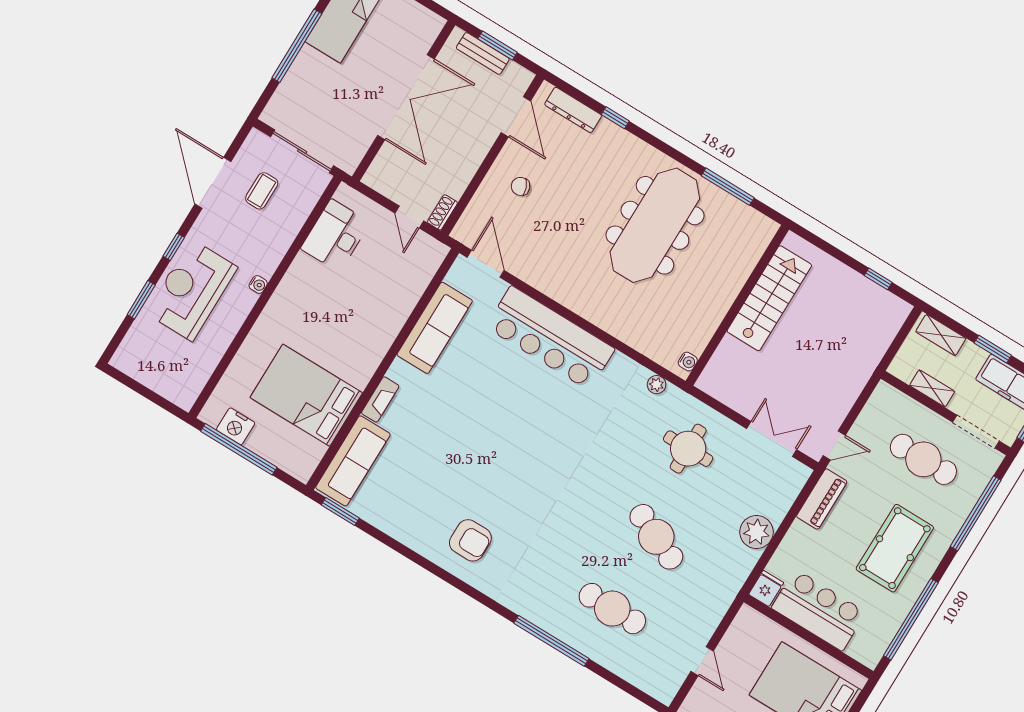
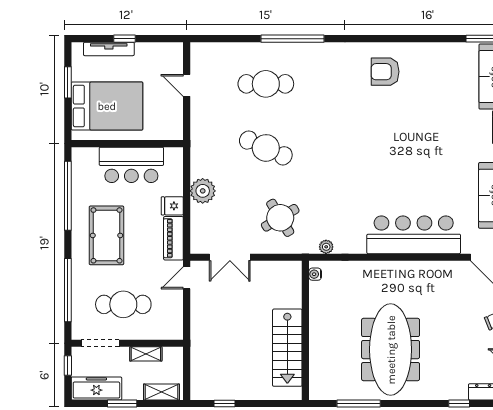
round table: (688, 449) -> (280, 218), turned -31
fridge: (766, 588) -> (172, 206), moved, turned 90

